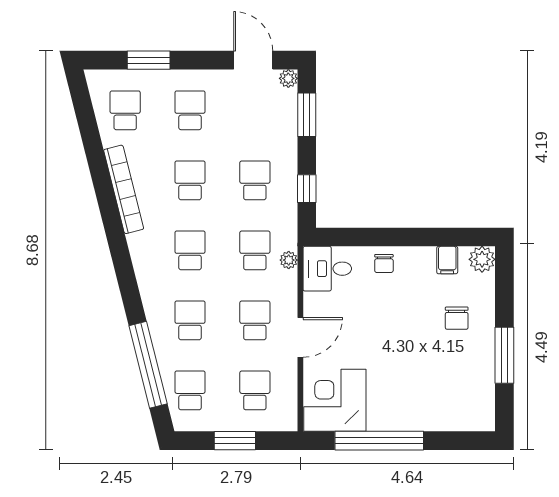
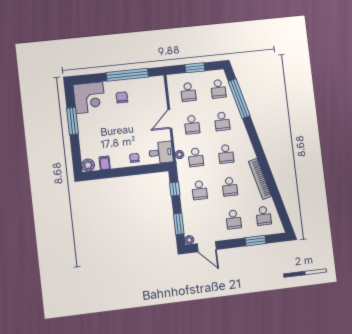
chair: (457, 318) -> (122, 97), moved
corner desk: (335, 400) -> (89, 98), moved

